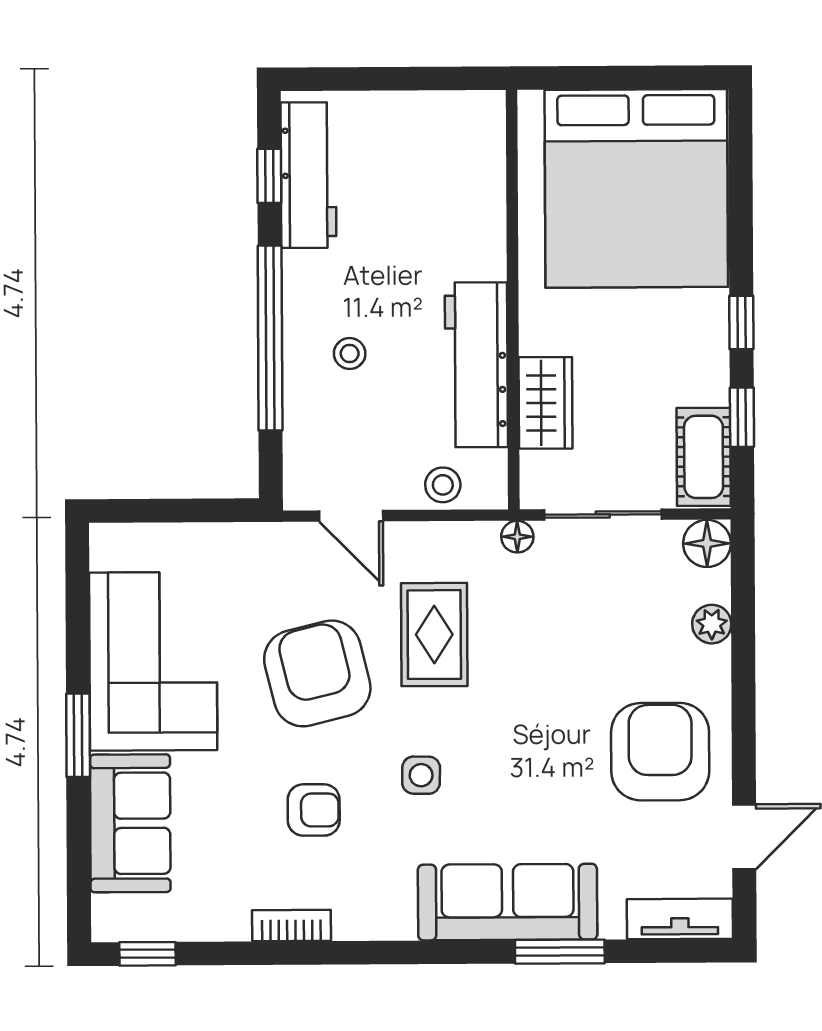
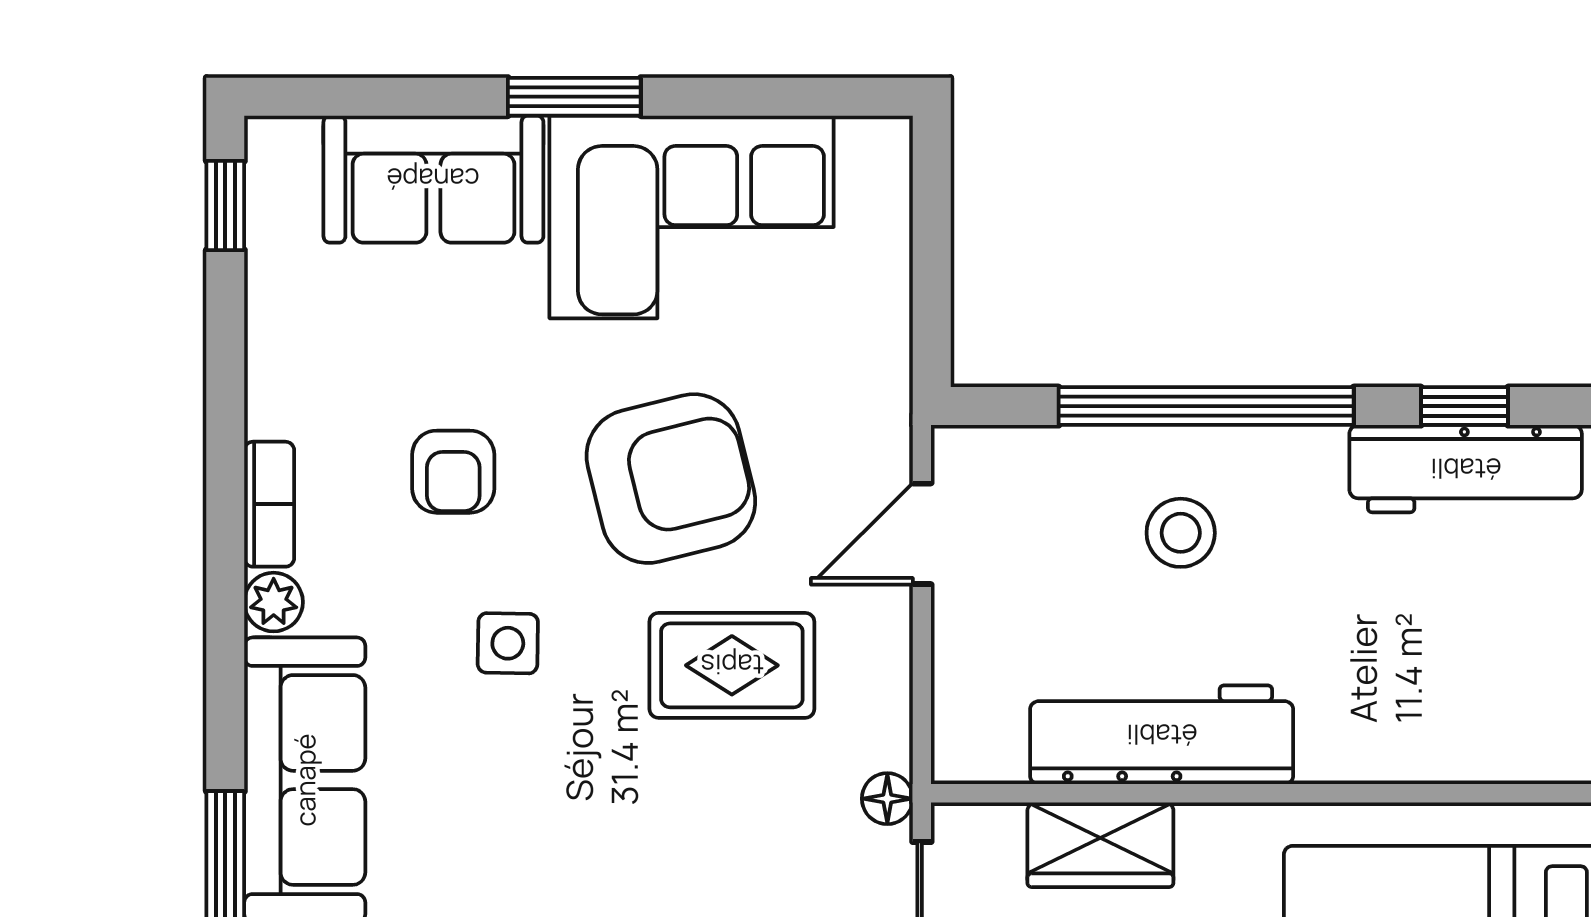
stool: (350, 354) -> (1181, 533), width x1.37, depth x1.37
stool: (443, 485) -> (970, 680), removed
plant: (396, 922) -> (274, 602), added
bookcase: (291, 926) -> (269, 504), moved

